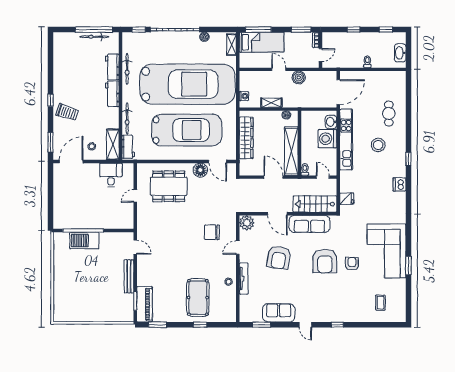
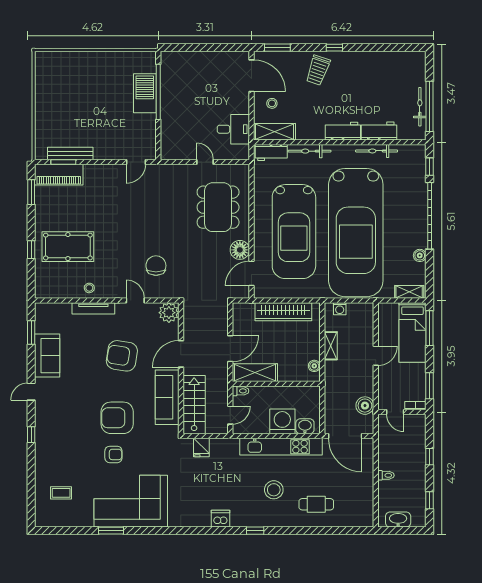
boiler: (299, 77) -> (365, 406), moved
shelving: (291, 151) -> (255, 373), width x0.68
bench: (129, 276) -> (70, 154), moved

